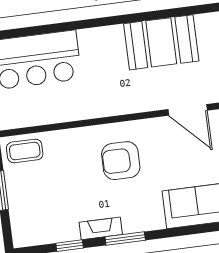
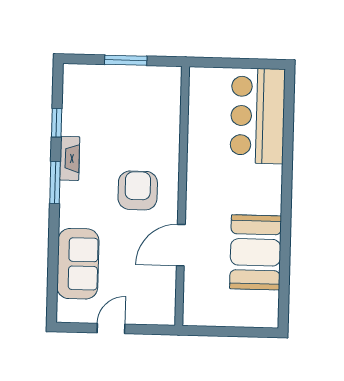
door: (188, 110) -> (181, 245), moved
coffee table: (25, 151) -> (163, 91), removed

